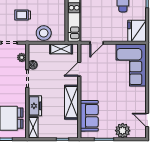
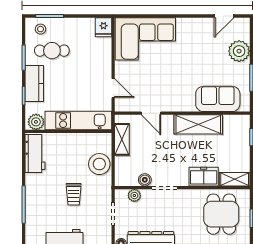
fridge: (137, 31) -> (104, 27), width x0.53, depth x0.75

